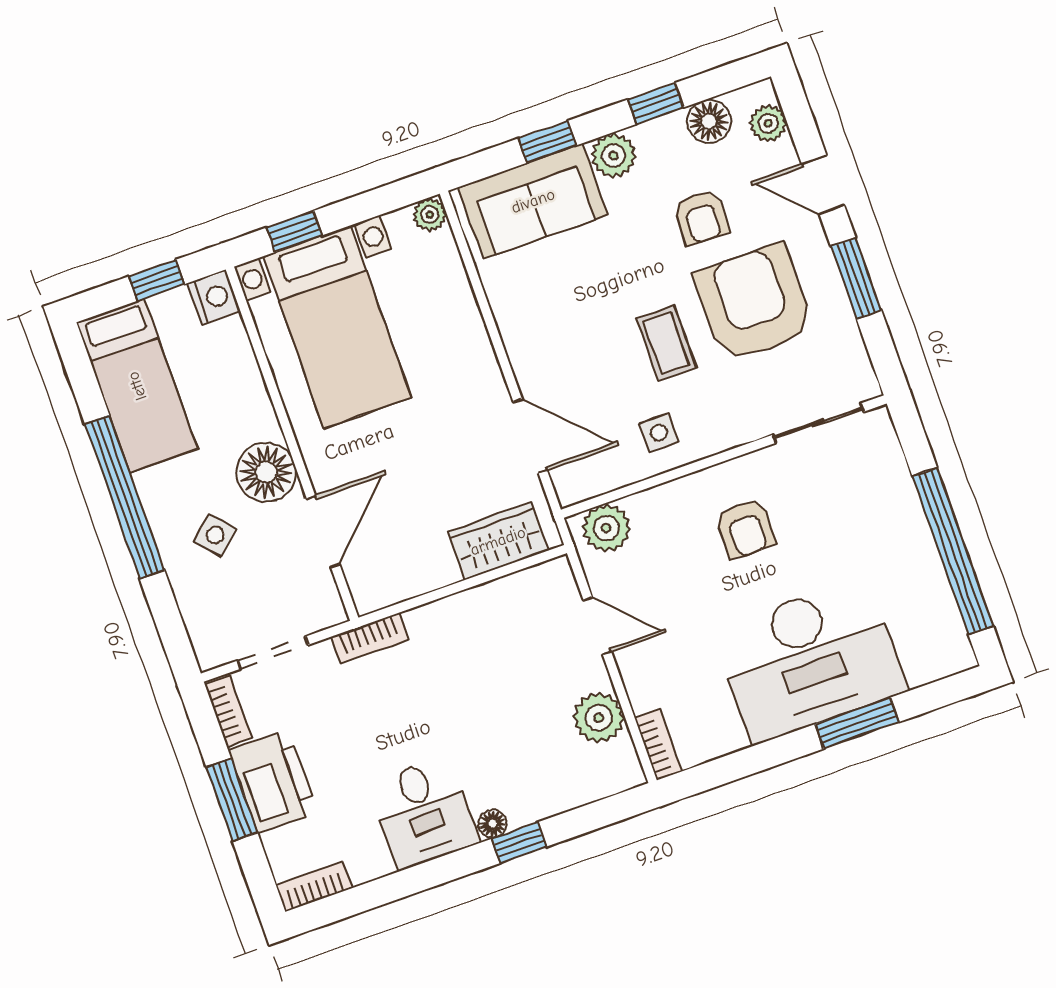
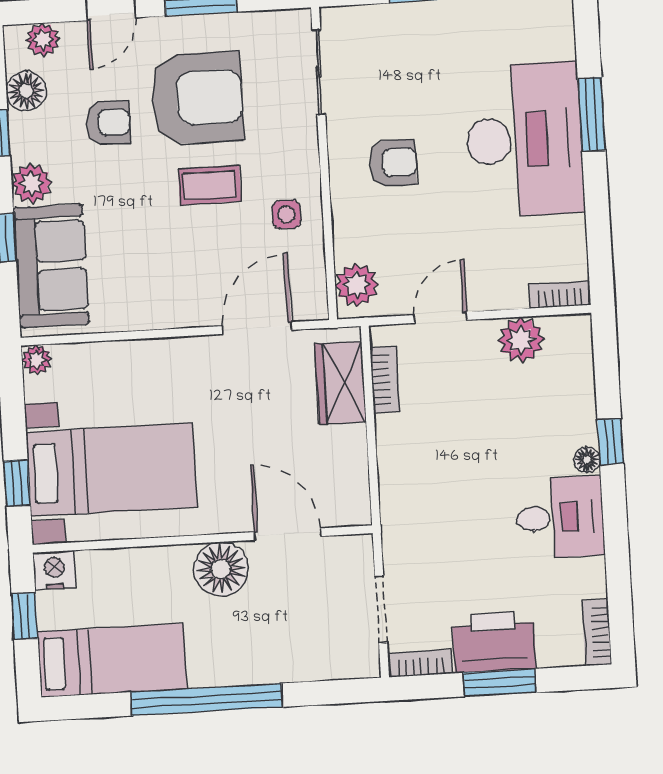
armchair: (754, 303) -> (197, 98), turned 180
side table: (215, 535) -> (263, 630), removed
bookcase: (370, 638) -> (385, 380), moved

